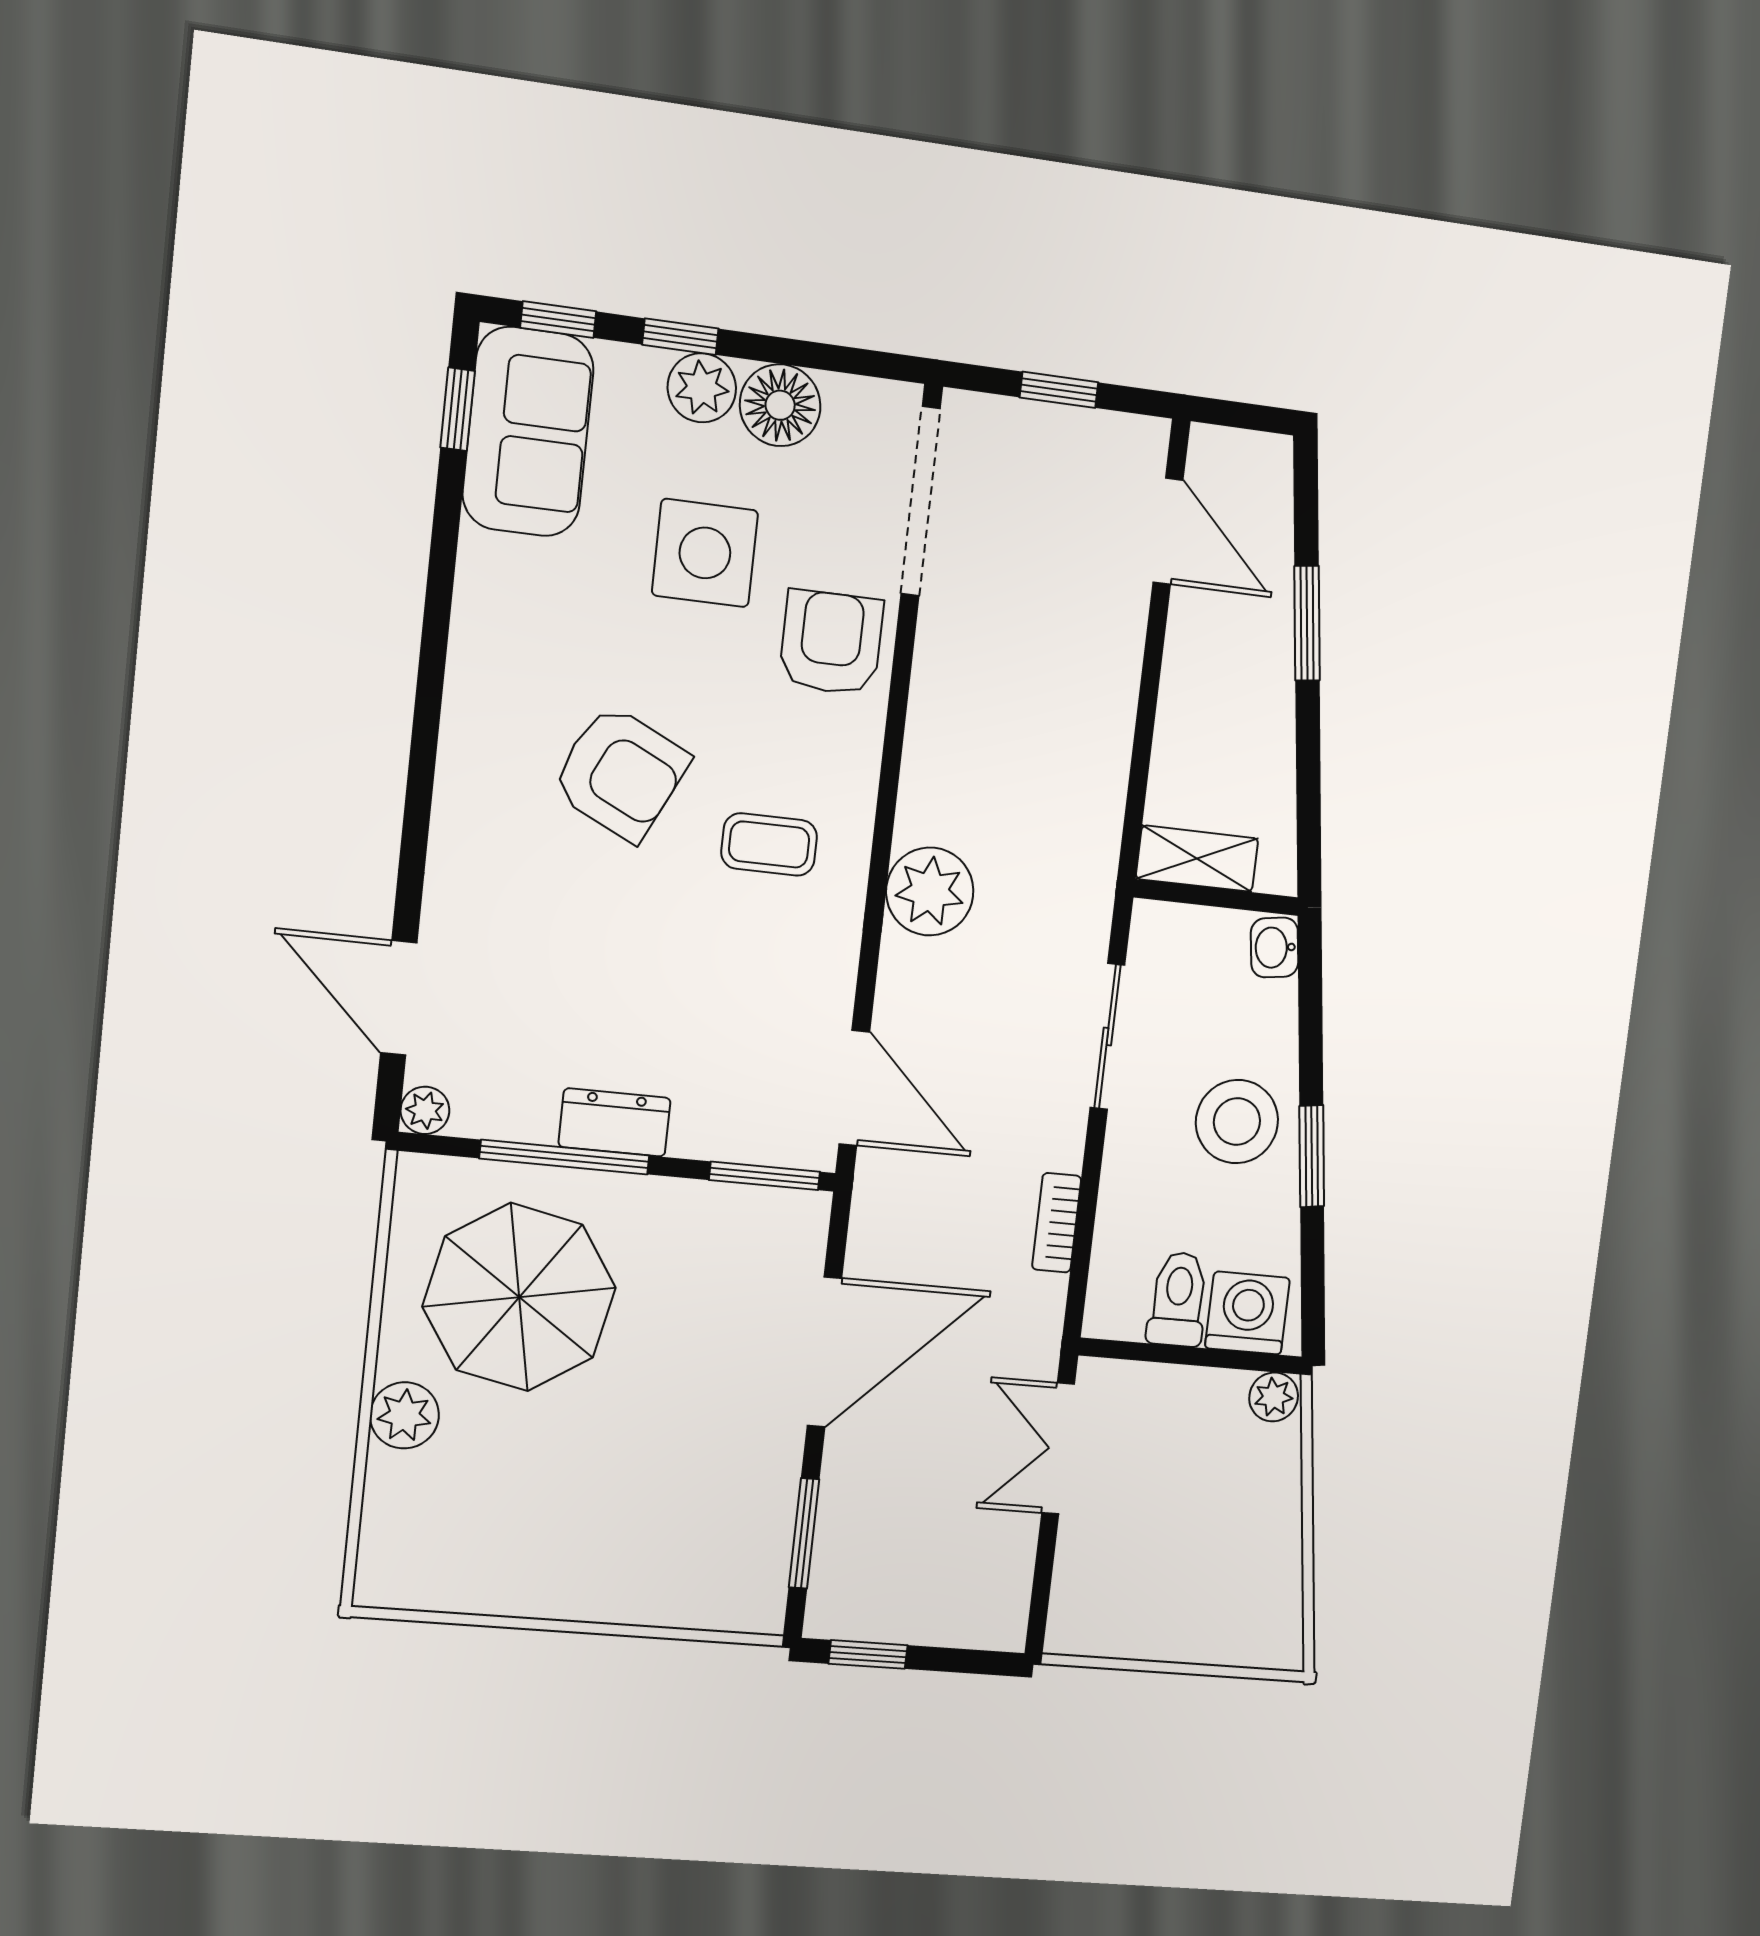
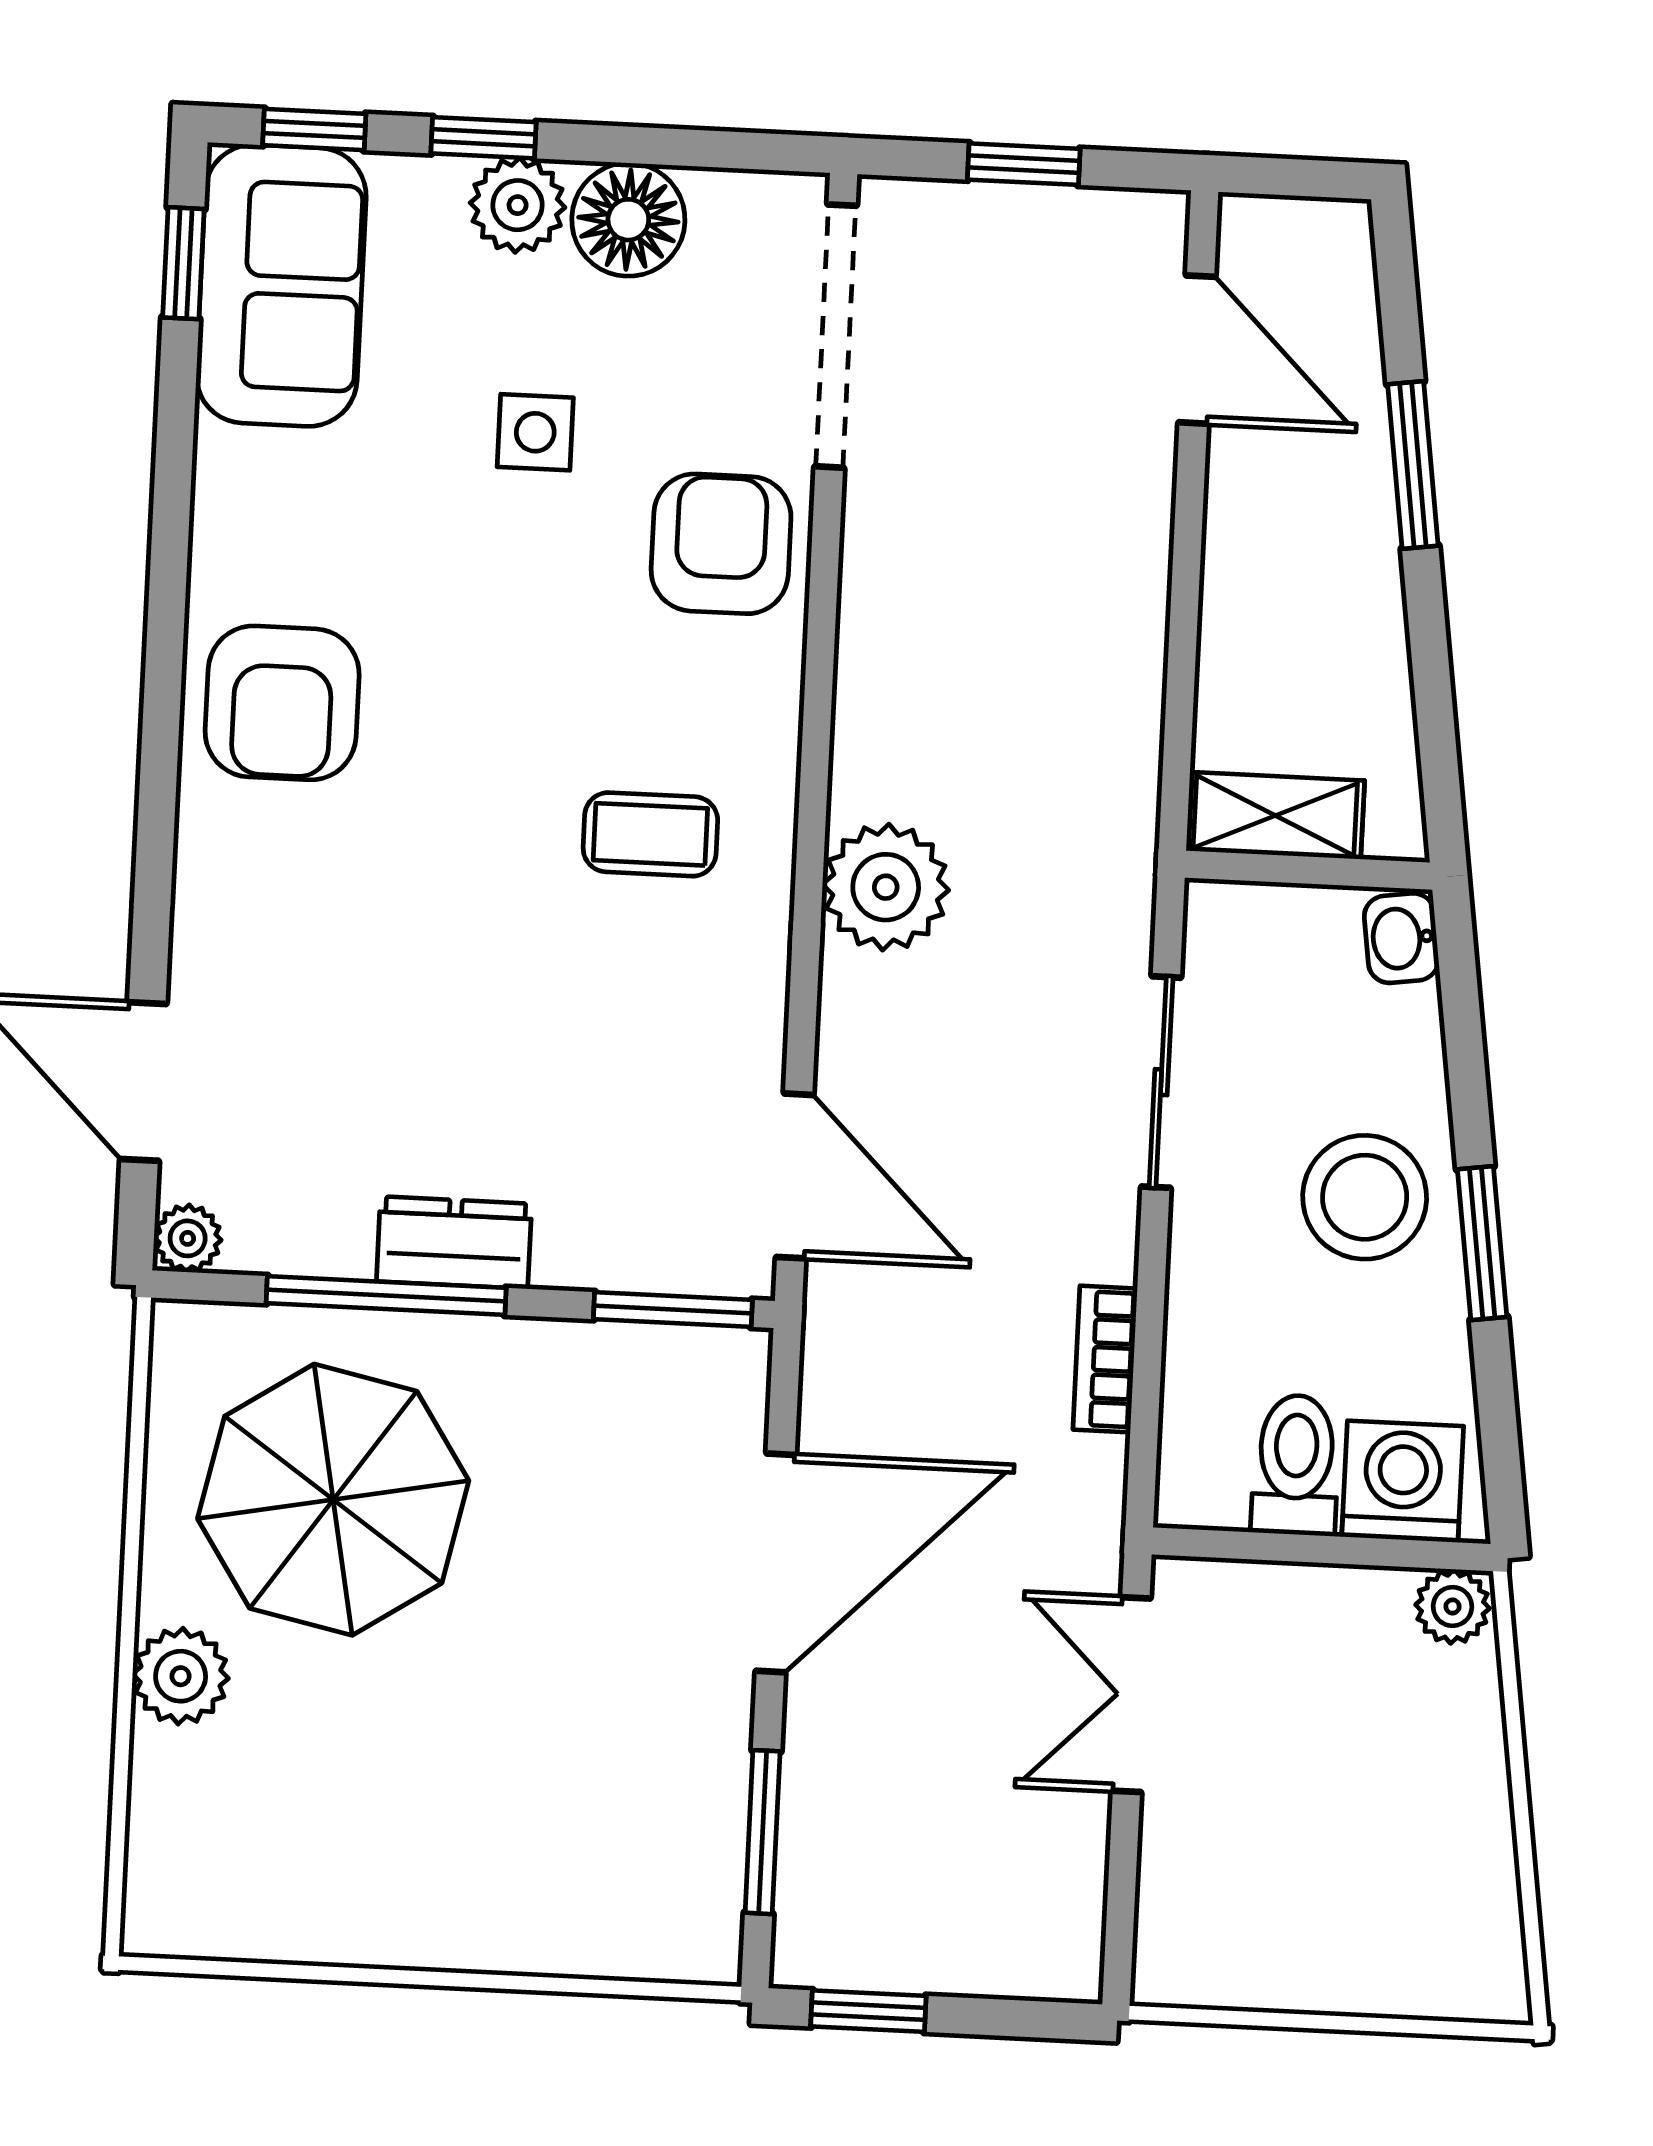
side table: (705, 553) -> (535, 432), width x0.54, depth x0.54
armchair: (620, 773) -> (282, 703), moved, turned 64

